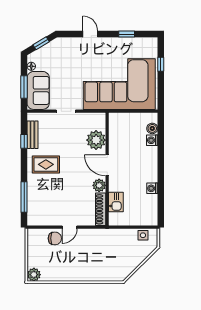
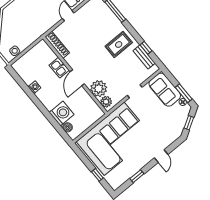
door: (90, 34) -> (161, 156), hinge flipped
window: (24, 87) -> (184, 93), moved
washing machine: (152, 140) -> (62, 114), width x1.89, depth x1.89
door: (107, 165) -> (77, 78), swing flipped
plant: (99, 185) -> (106, 102), moved
kitchen sink: (116, 202) -> (59, 68), moved

